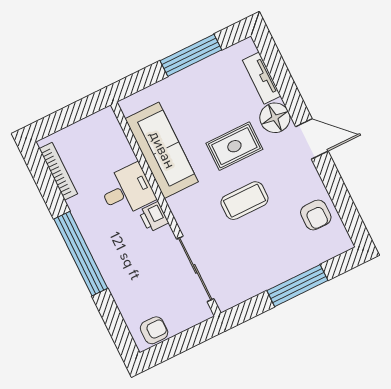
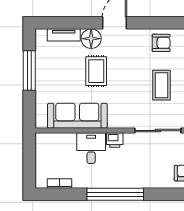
bookcase: (58, 171) -> (60, 184), width x0.64
coffee table: (244, 201) -> (161, 85), moved

